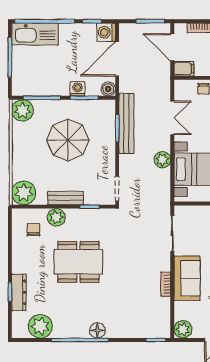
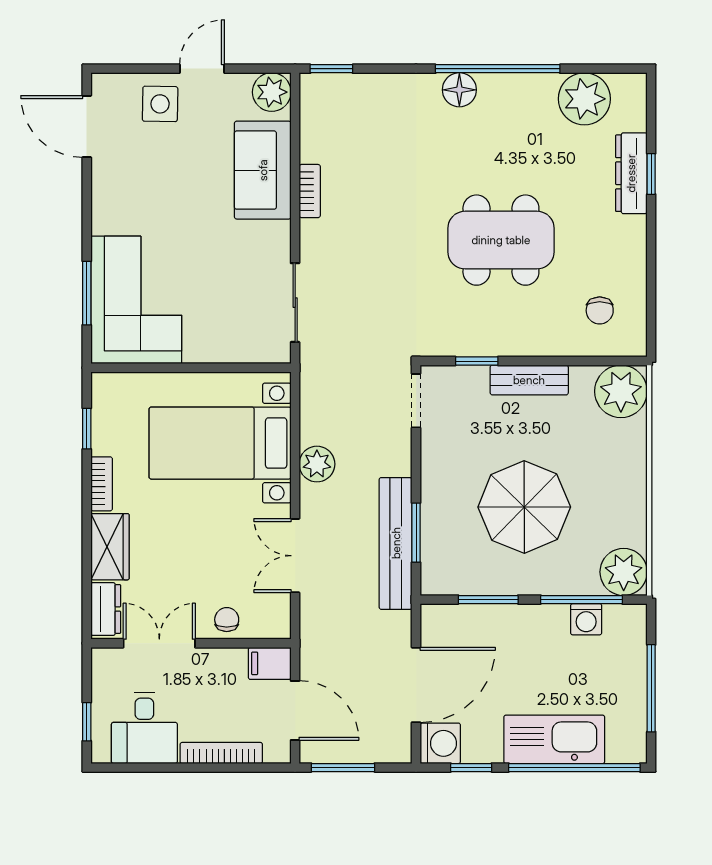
kitchen sink: (35, 34) -> (554, 739), moved
washing machine: (78, 89) -> (586, 619), moved
boiler: (108, 89) -> (436, 619), removed
plant: (56, 217) -> (550, 338), removed
sofa: (187, 278) -> (263, 170), moved

